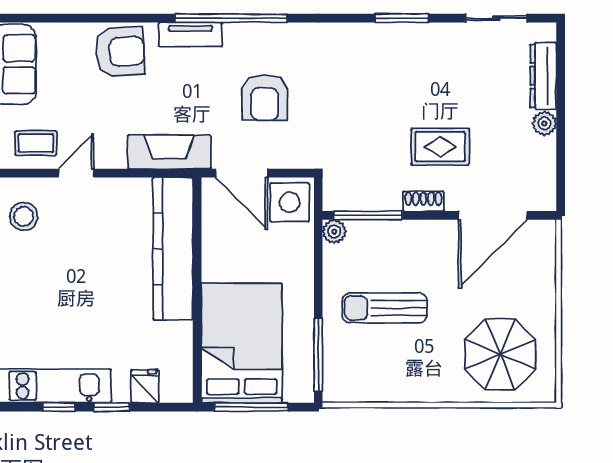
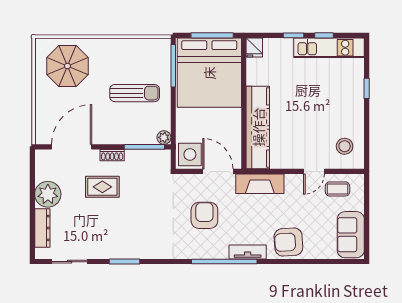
plant: (544, 123) -> (48, 194), width x1.88, depth x1.88
bed: (242, 343) -> (209, 73), width x1.36
fridge: (145, 386) -> (254, 47), moved

